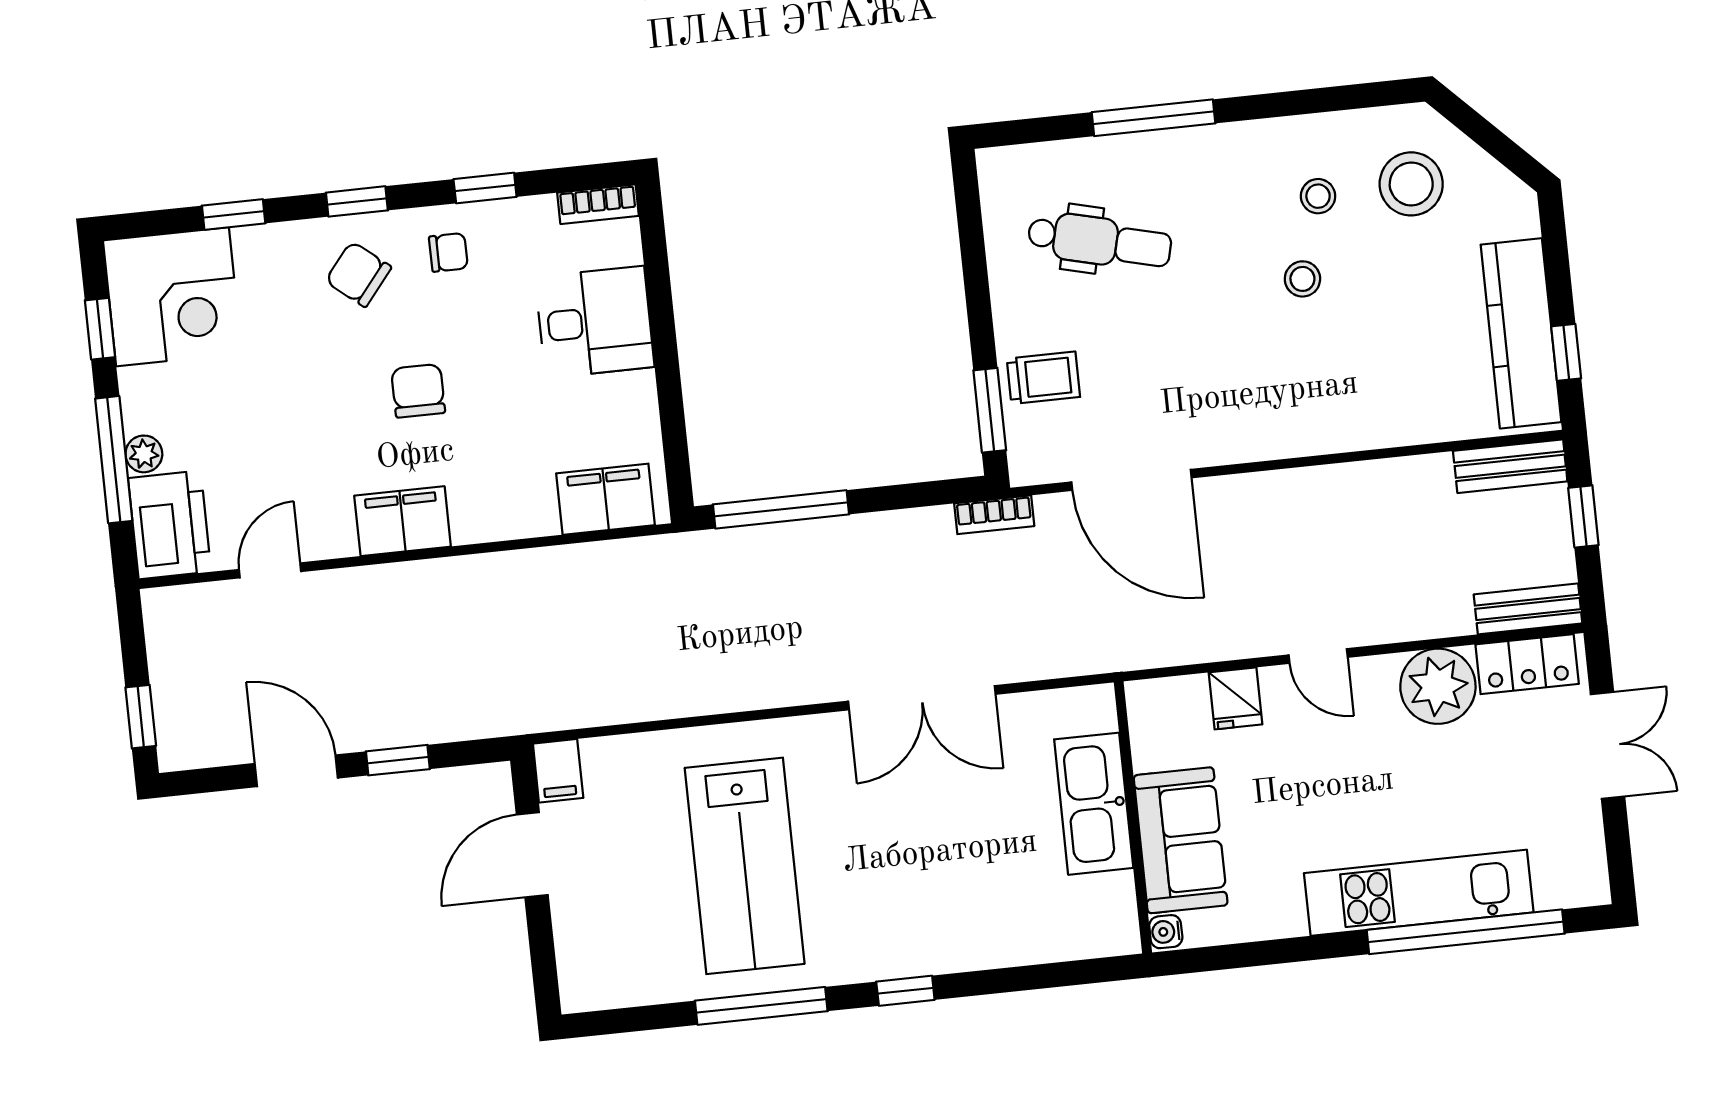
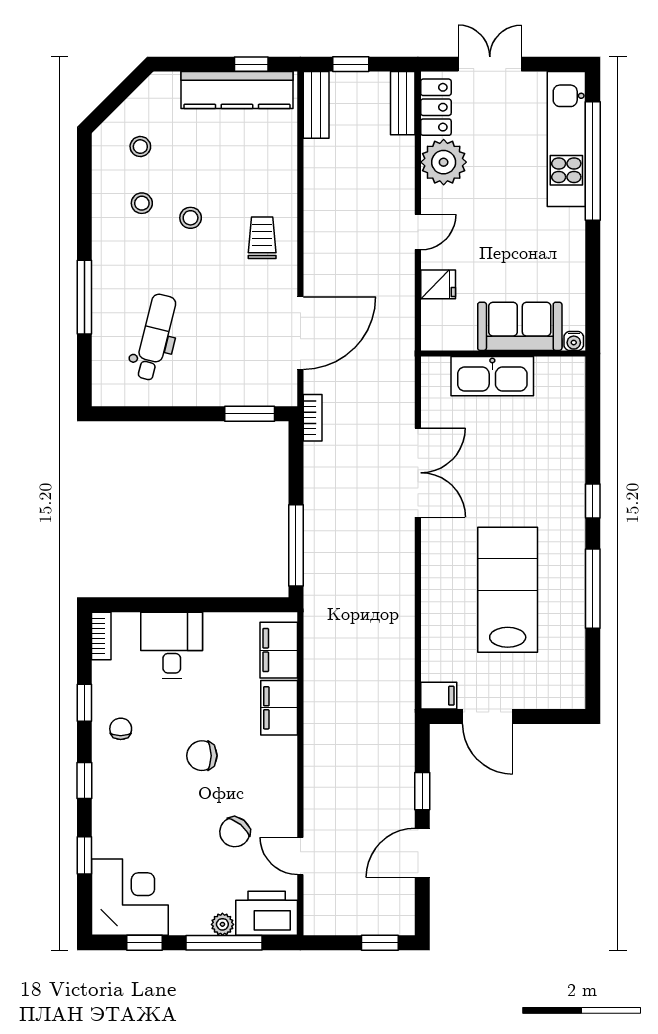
stool: (1411, 184) -> (140, 147), width x0.53, depth x0.53
chair: (358, 274) -> (235, 832), moved
trolley: (1043, 378) -> (262, 238), moved
filing cabinet: (403, 521) -> (279, 708), moved
lab bench: (745, 866) -> (508, 590), turned -90
kitchen unit: (1419, 893) -> (566, 139), moved

